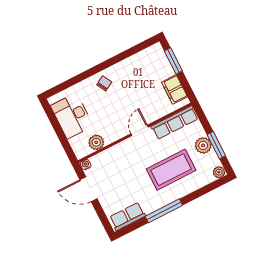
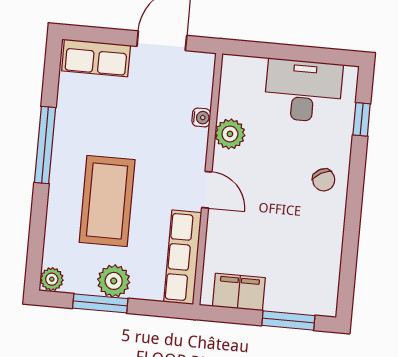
window: (68, 83) -> (362, 119), added
plant: (96, 142) -> (230, 134), moved
water cooler: (86, 165) -> (201, 117), moved
row of seats: (127, 216) -> (96, 58), moved, turned 90

